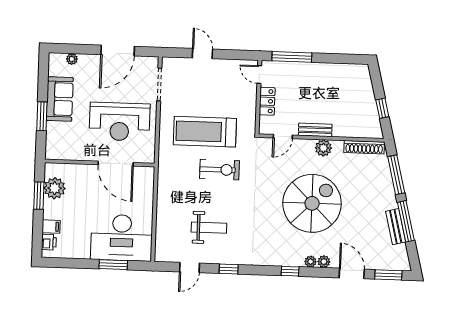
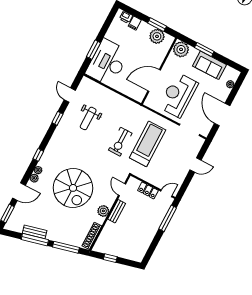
plant: (57, 147) -> (181, 49), added

